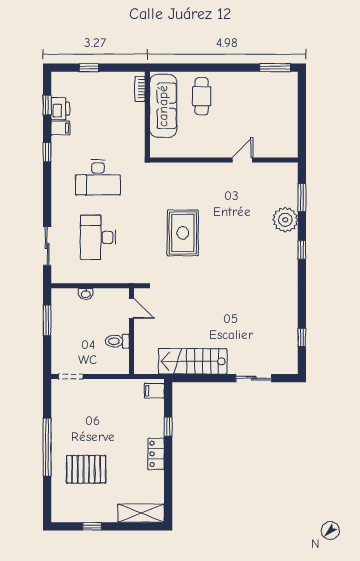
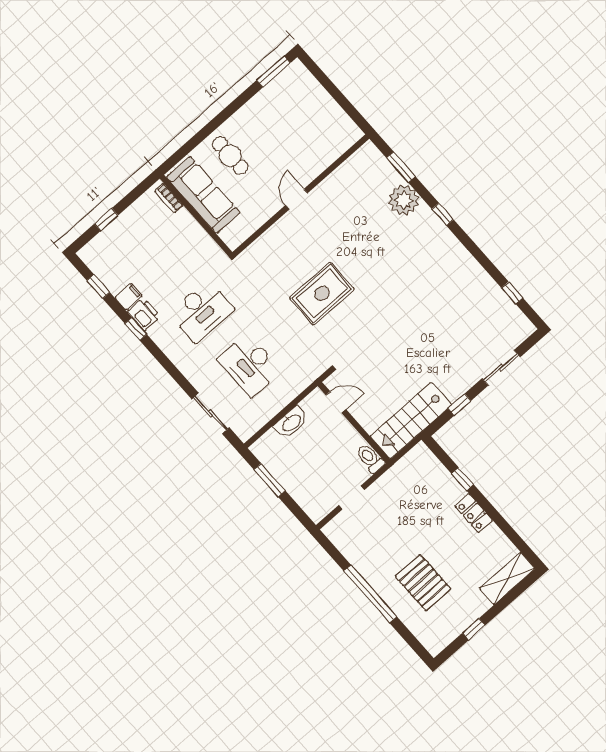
printer: (60, 109) -> (144, 314), moved
door: (242, 160) -> (297, 199), moved
rug: (183, 233) -> (322, 294), turned 90
washbasin: (86, 294) -> (291, 423), width x1.91, depth x1.45
toilet: (117, 341) -> (370, 458), moved, turned 90
stairs: (193, 361) -> (411, 421), moved
doorway: (71, 377) -> (351, 498), moved
window: (207, 378) -> (459, 405), added
filing cabinet: (154, 391) -> (422, 458), removed
pallet: (86, 469) -> (423, 583), turned 90

